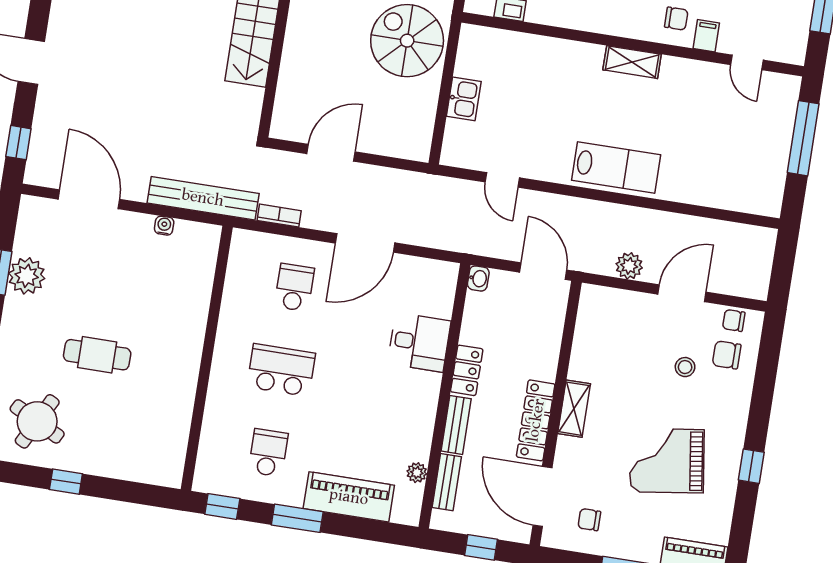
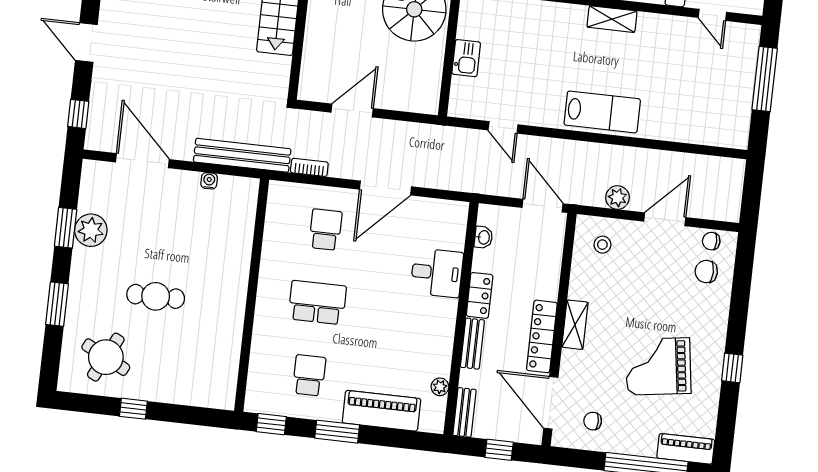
washbasin: (478, 278) -> (483, 237), moved
stool: (685, 367) -> (602, 245), moved
bench: (447, 482) -> (464, 412), moved

